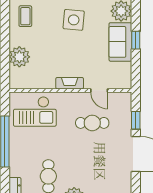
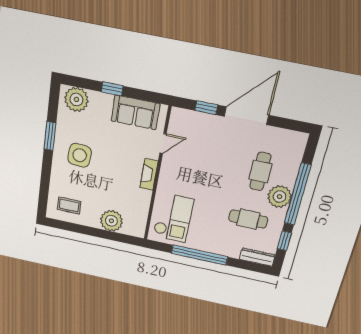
sofa: (120, 42) -> (135, 112), moved
cafe table: (92, 123) -> (260, 172), moved

